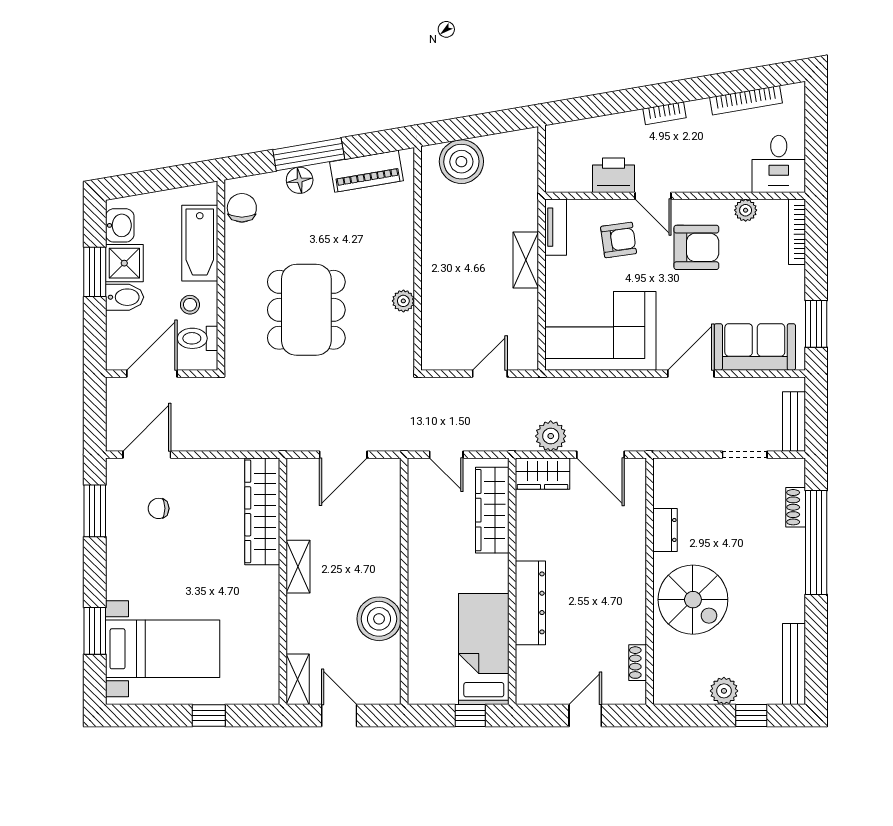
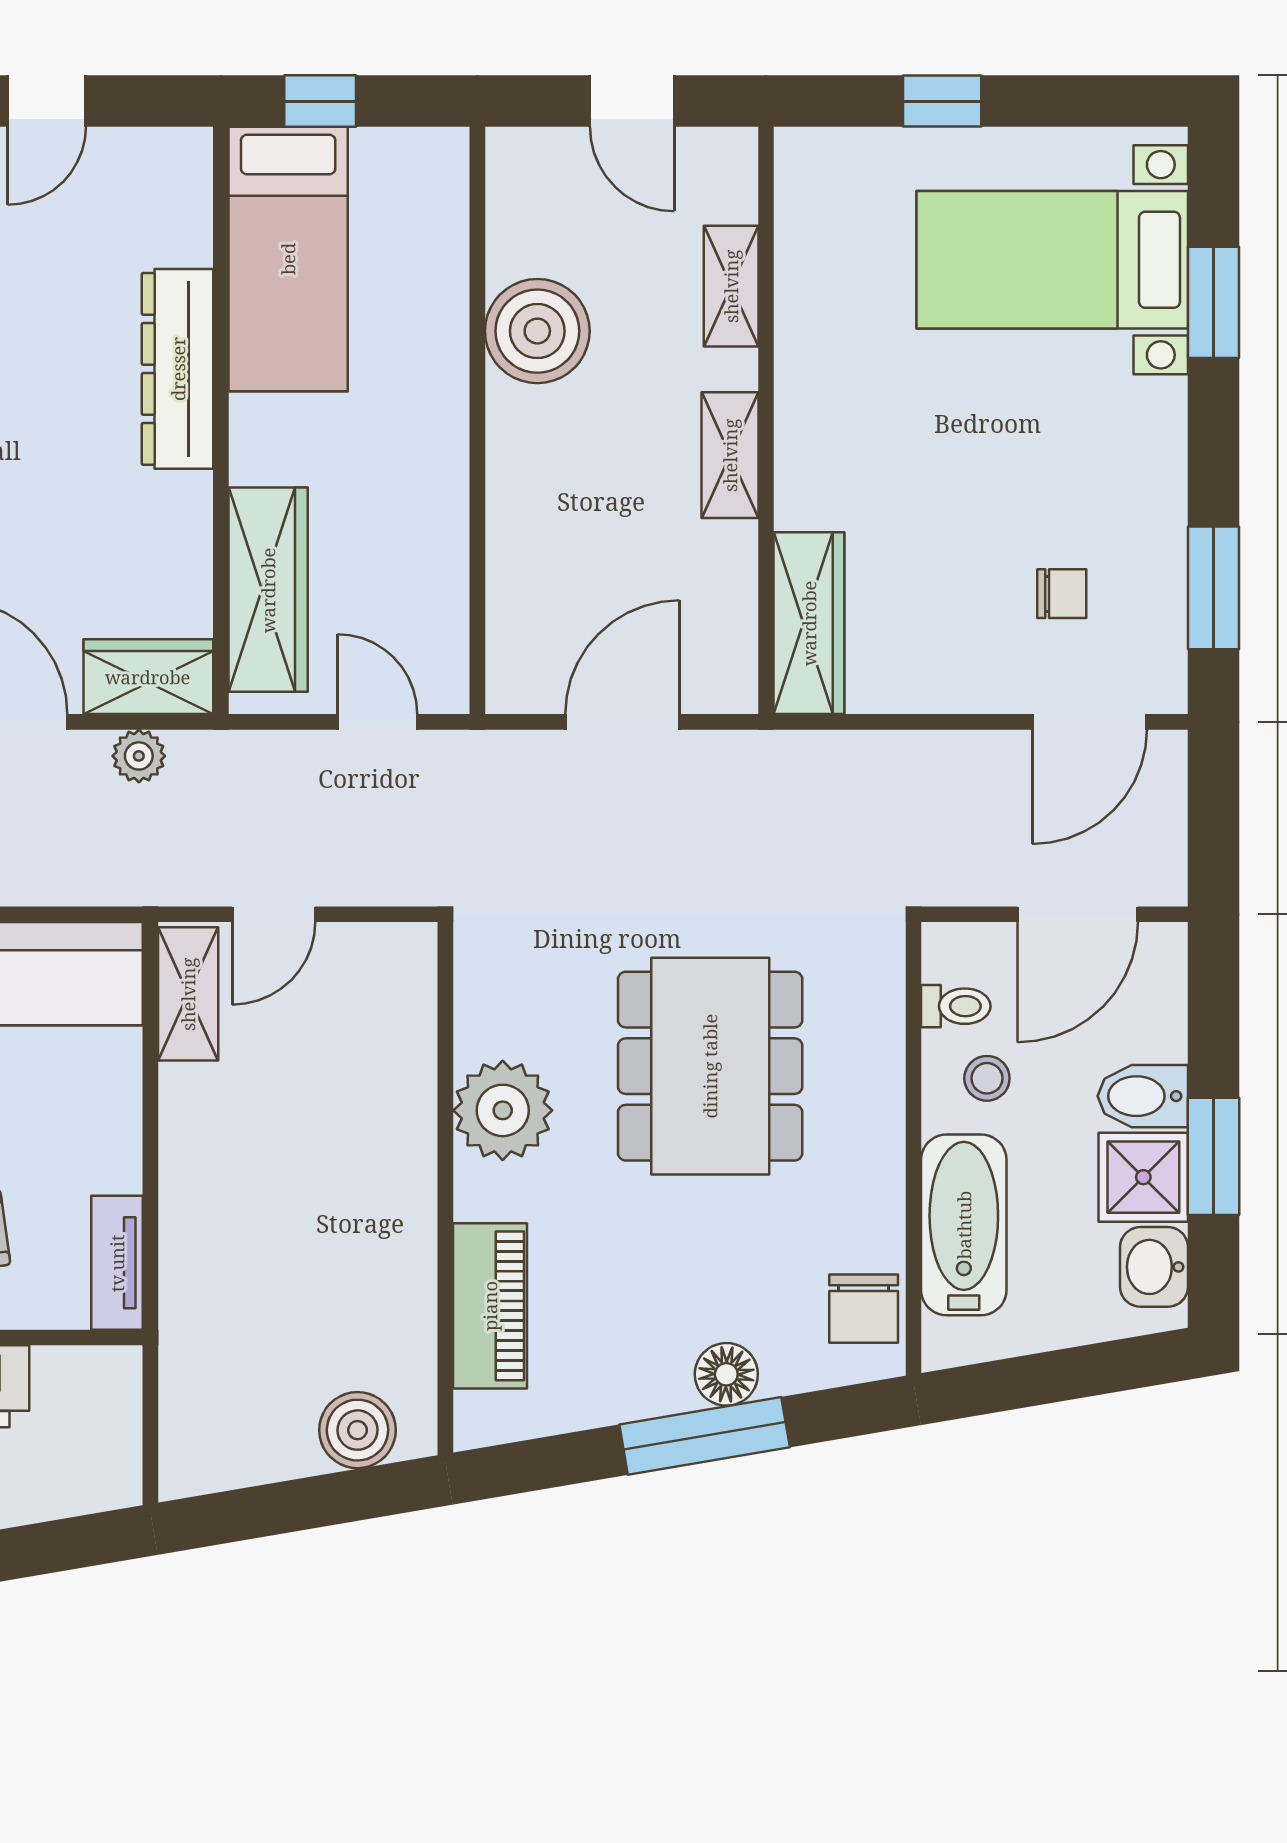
boiler: (461, 162) -> (358, 1430), width x0.73, depth x0.73
piano: (366, 171) -> (490, 1306), moved, turned 100
shelving: (526, 260) -> (188, 994), moved
plant: (403, 301) -> (503, 1110), width x1.87, depth x1.87
toilet: (198, 338) -> (956, 1006), width x0.73, depth x0.72
plant: (551, 436) -> (139, 756), width x0.73, depth x0.73
wardrobe: (262, 511) -> (809, 623), width x0.71, depth x0.85
shelving: (298, 679) -> (731, 286), moved

